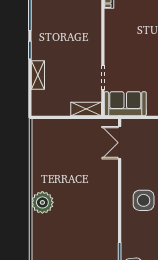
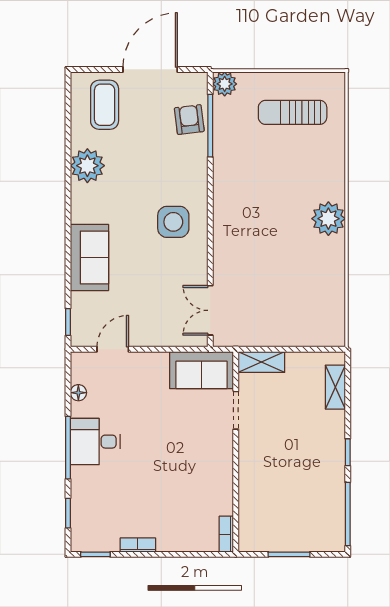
shelving: (38, 75) -> (335, 387), moved
double door: (120, 143) -> (210, 310), swing flipped

